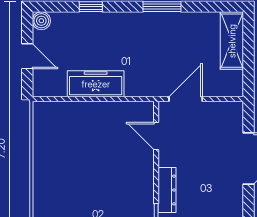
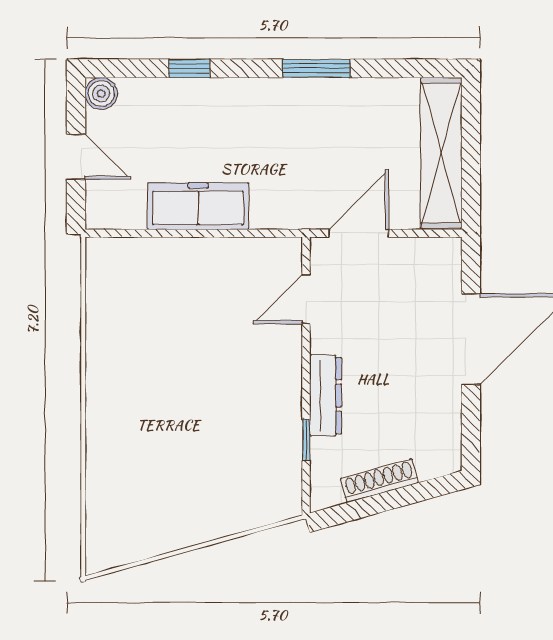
shelving: (232, 41) -> (441, 153), width x1.47
door: (156, 136) -> (306, 299), hinge flipped

